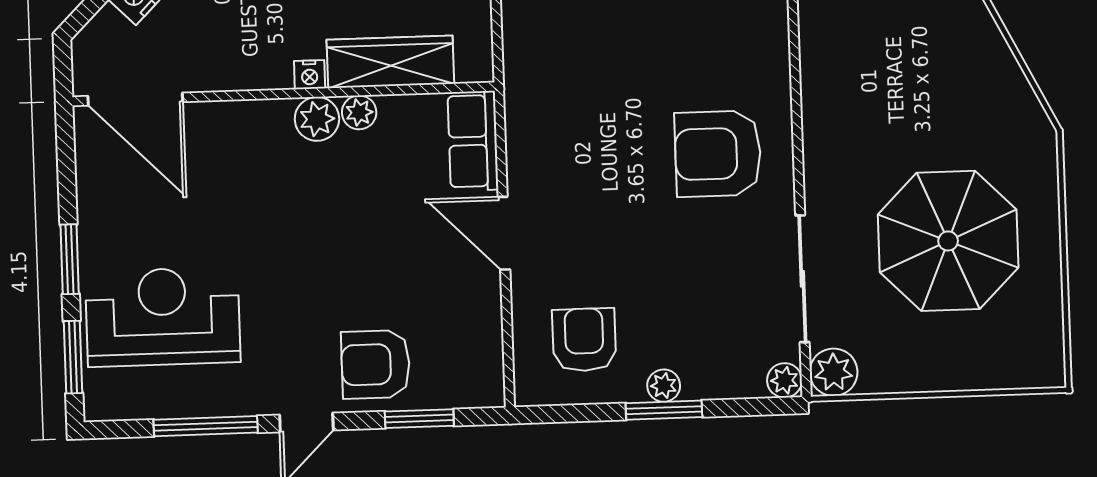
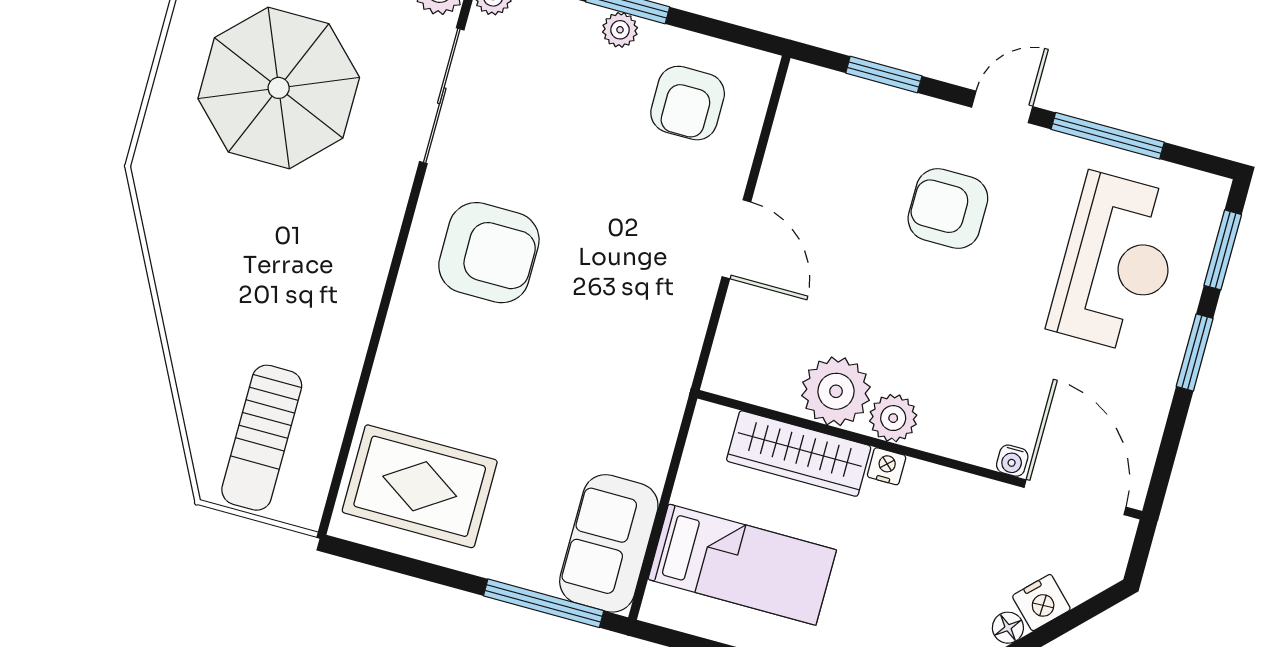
plant: (359, 112) -> (836, 391), width x1.87, depth x1.87
water cooler: (201, 114) -> (1012, 461), added
row of seats: (473, 141) -> (739, 345), removed
reception desk: (163, 317) -> (1117, 263), turned -90
armchair: (376, 364) -> (948, 209), moved, turned 180

